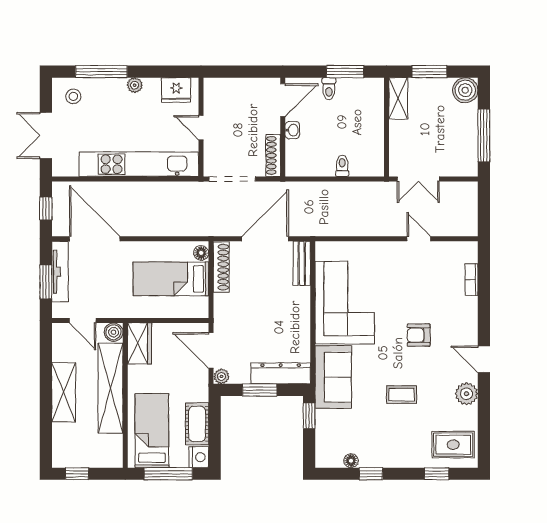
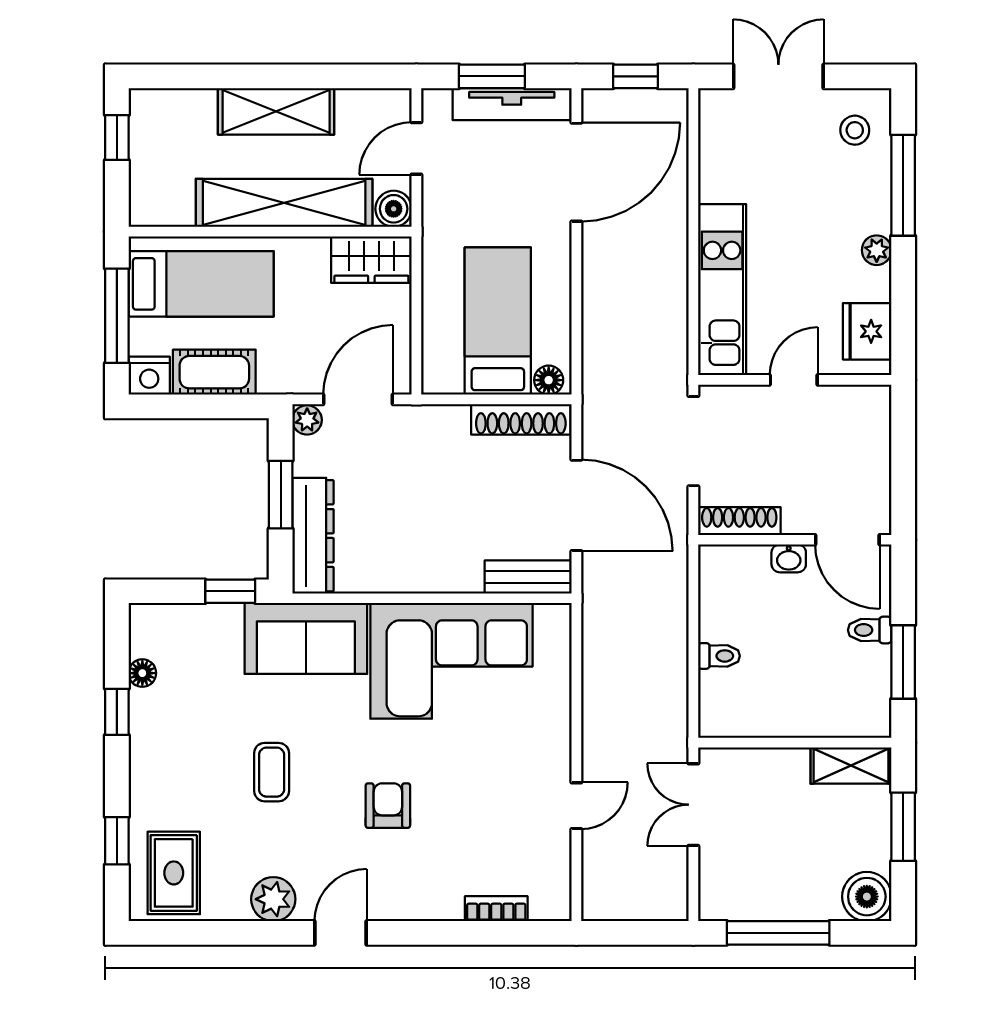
kitchen unit: (139, 164) -> (722, 290), width x0.73

